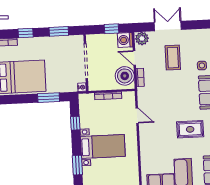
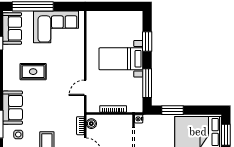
boiler: (125, 76) -> (91, 124), width x0.54, depth x0.54
door: (137, 116) -> (85, 88), hinge flipped
window: (75, 123) -> (147, 83), width x2.17

